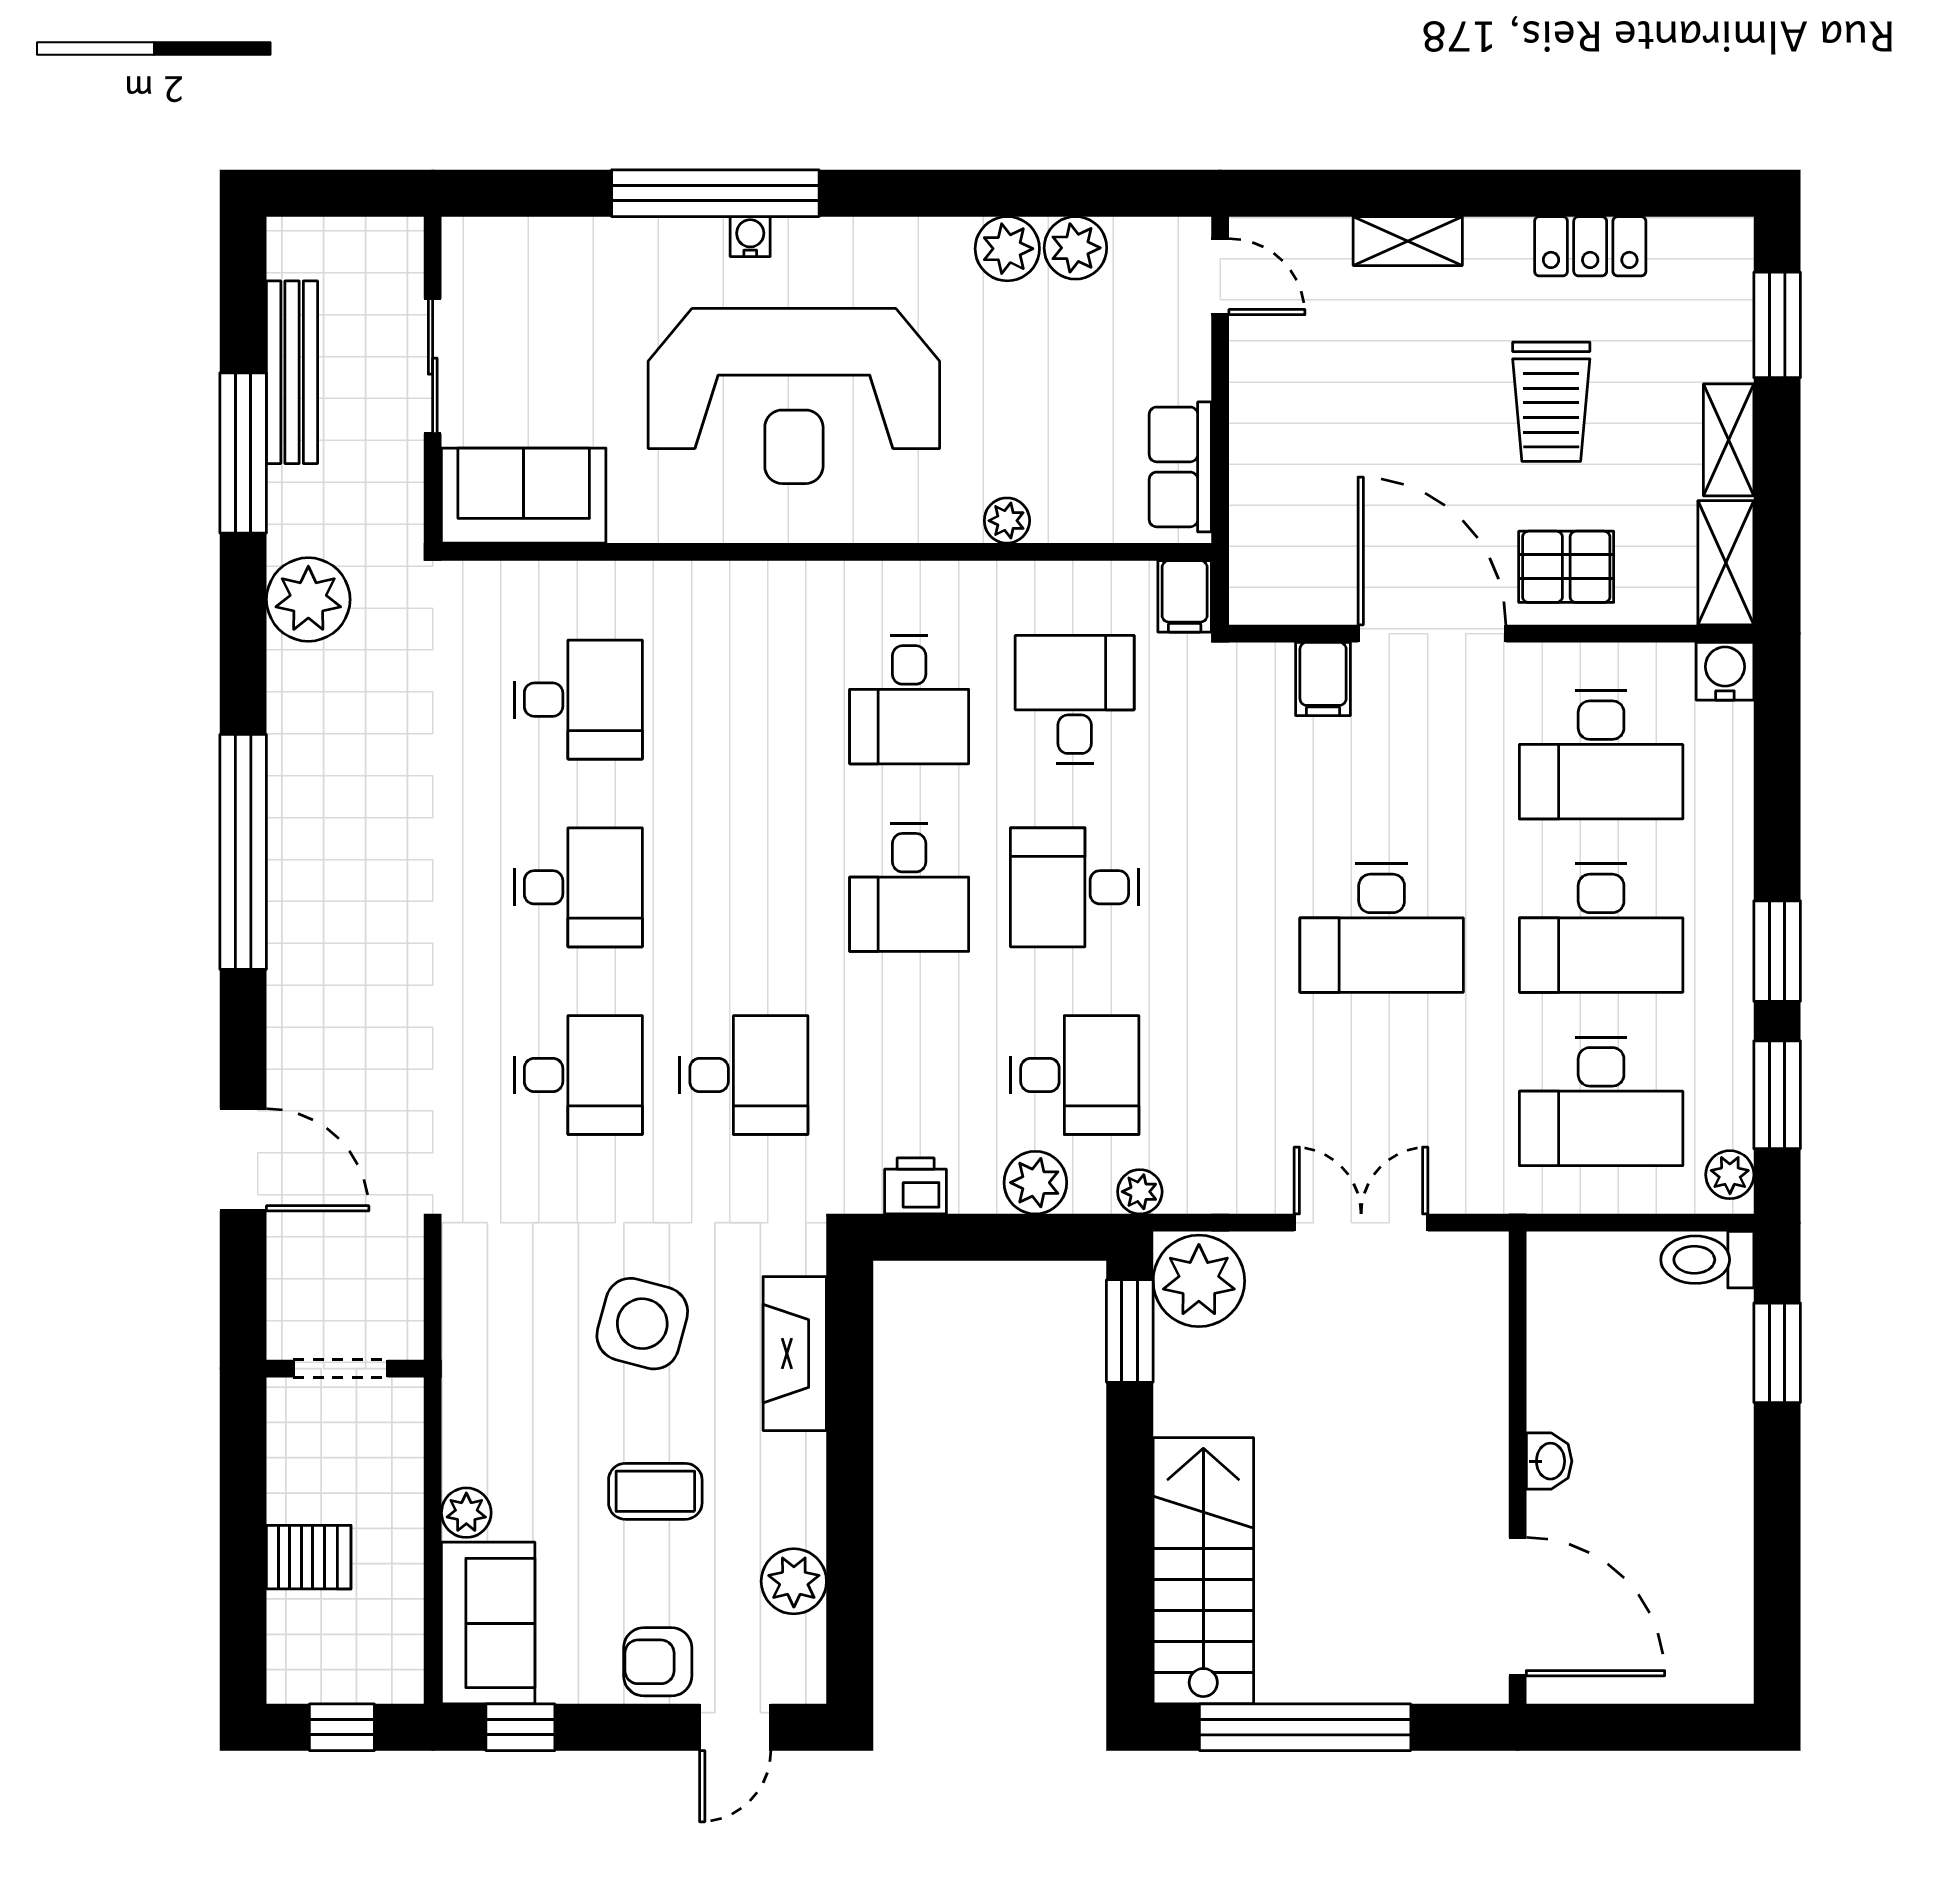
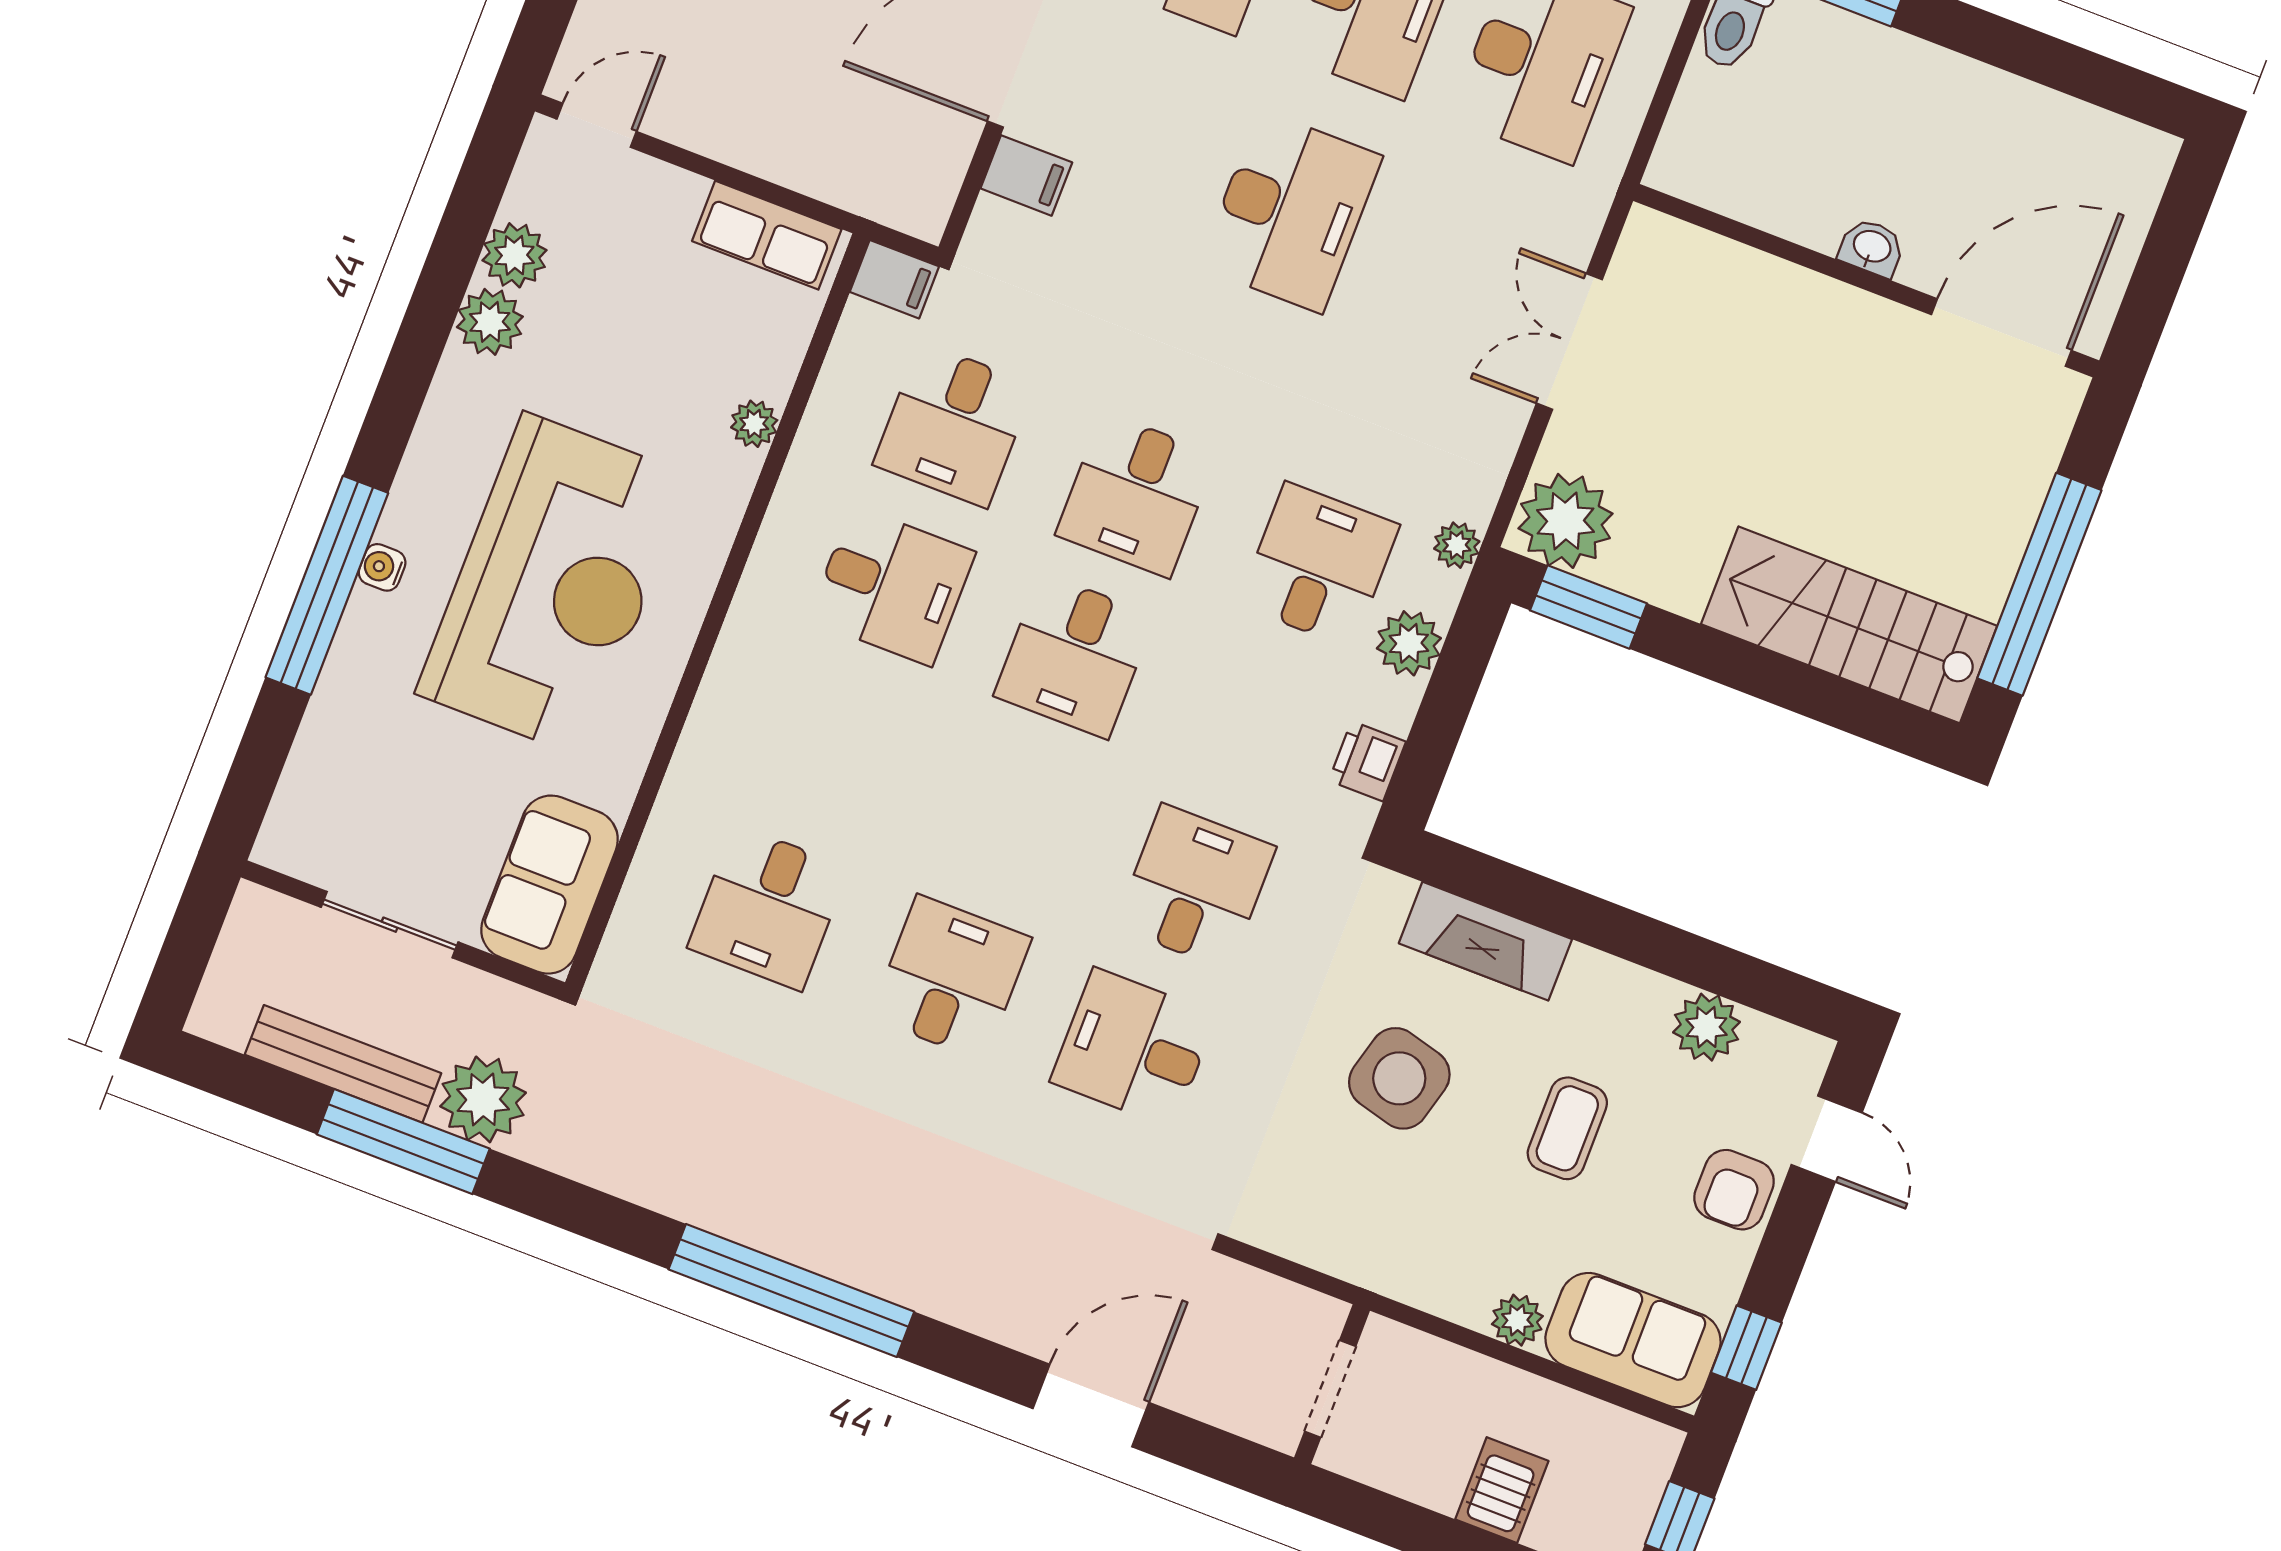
plant: (308, 599) -> (483, 1099), moved
desk: (578, 700) -> (768, 908), turned 180
desk: (1075, 700) -> (954, 425), turned -90
desk: (909, 887) -> (1074, 656), turned 90
desk: (578, 1075) -> (1133, 1048), turned -90

